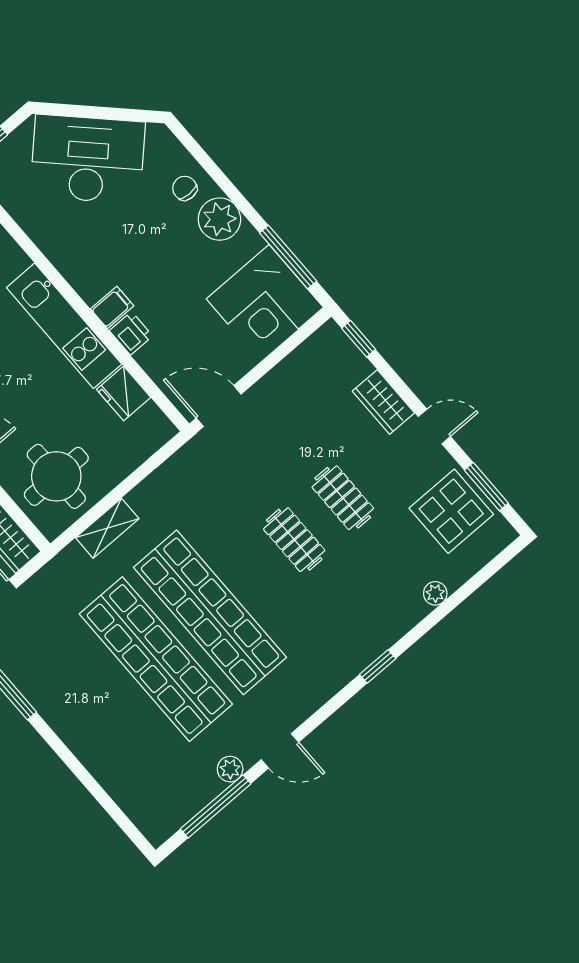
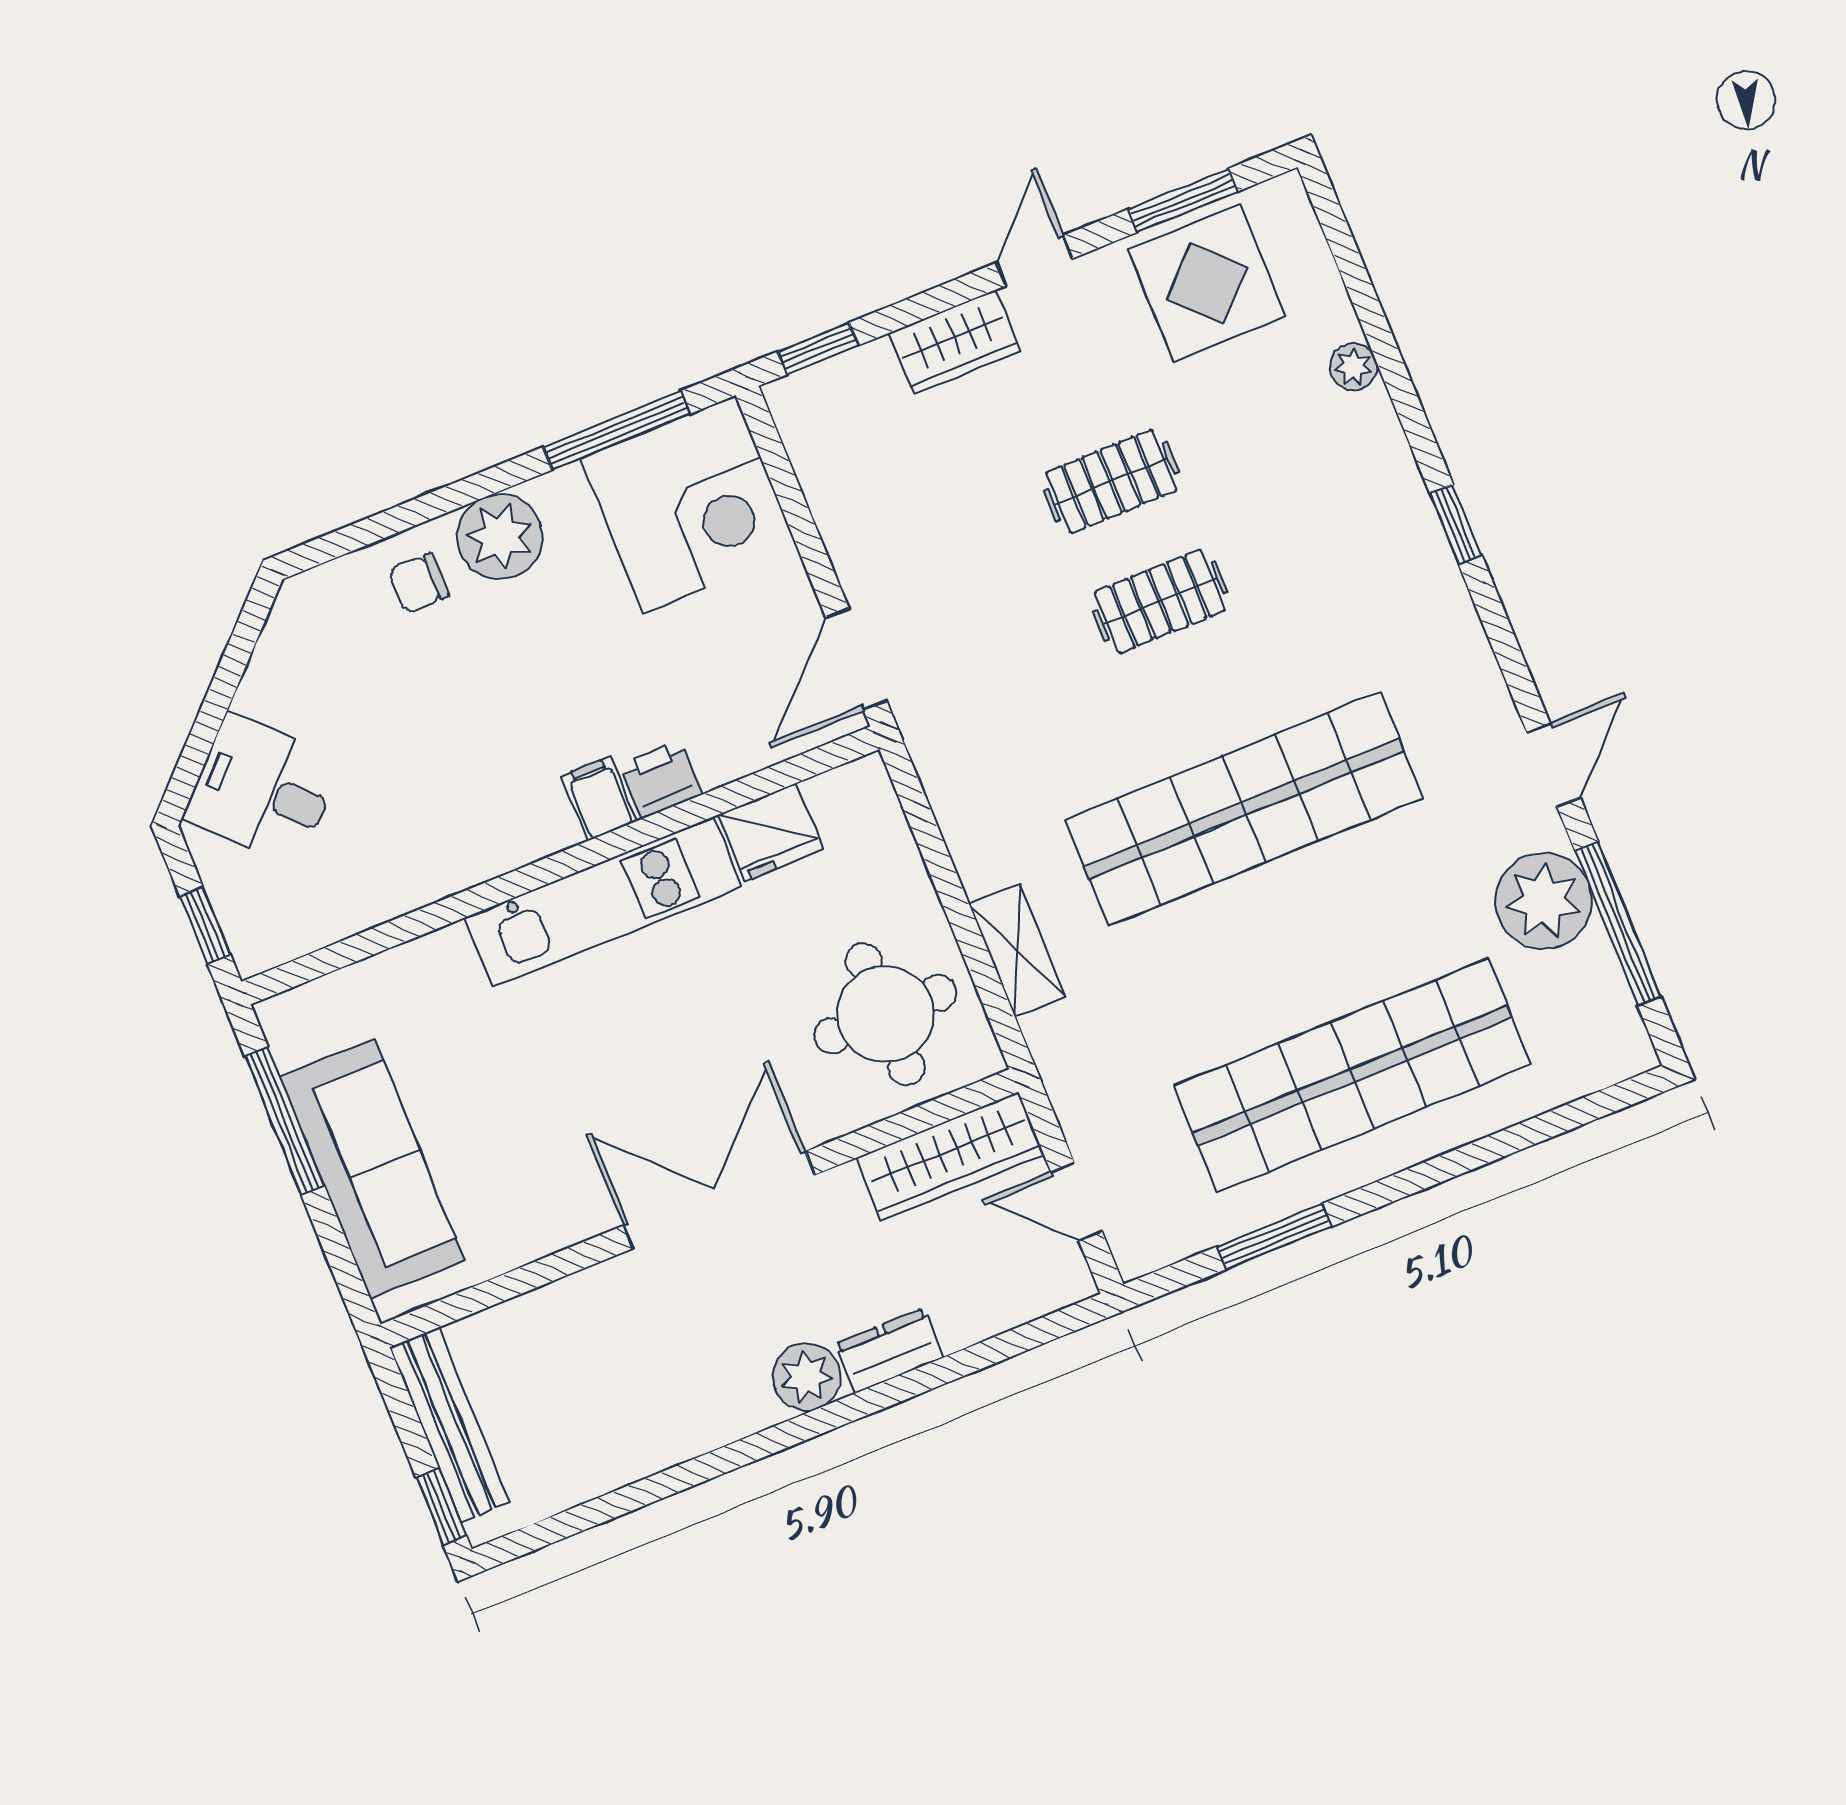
desk: (88, 159) -> (263, 790), width x0.53, depth x0.77
shop shelf: (156, 659) -> (1352, 1075), moved
plant: (230, 769) -> (1544, 901), width x1.87, depth x1.87

